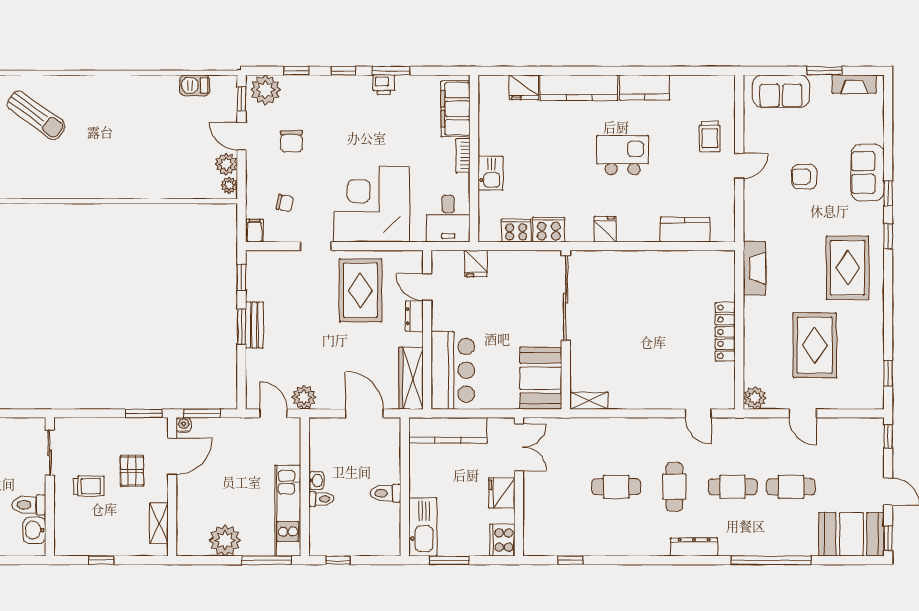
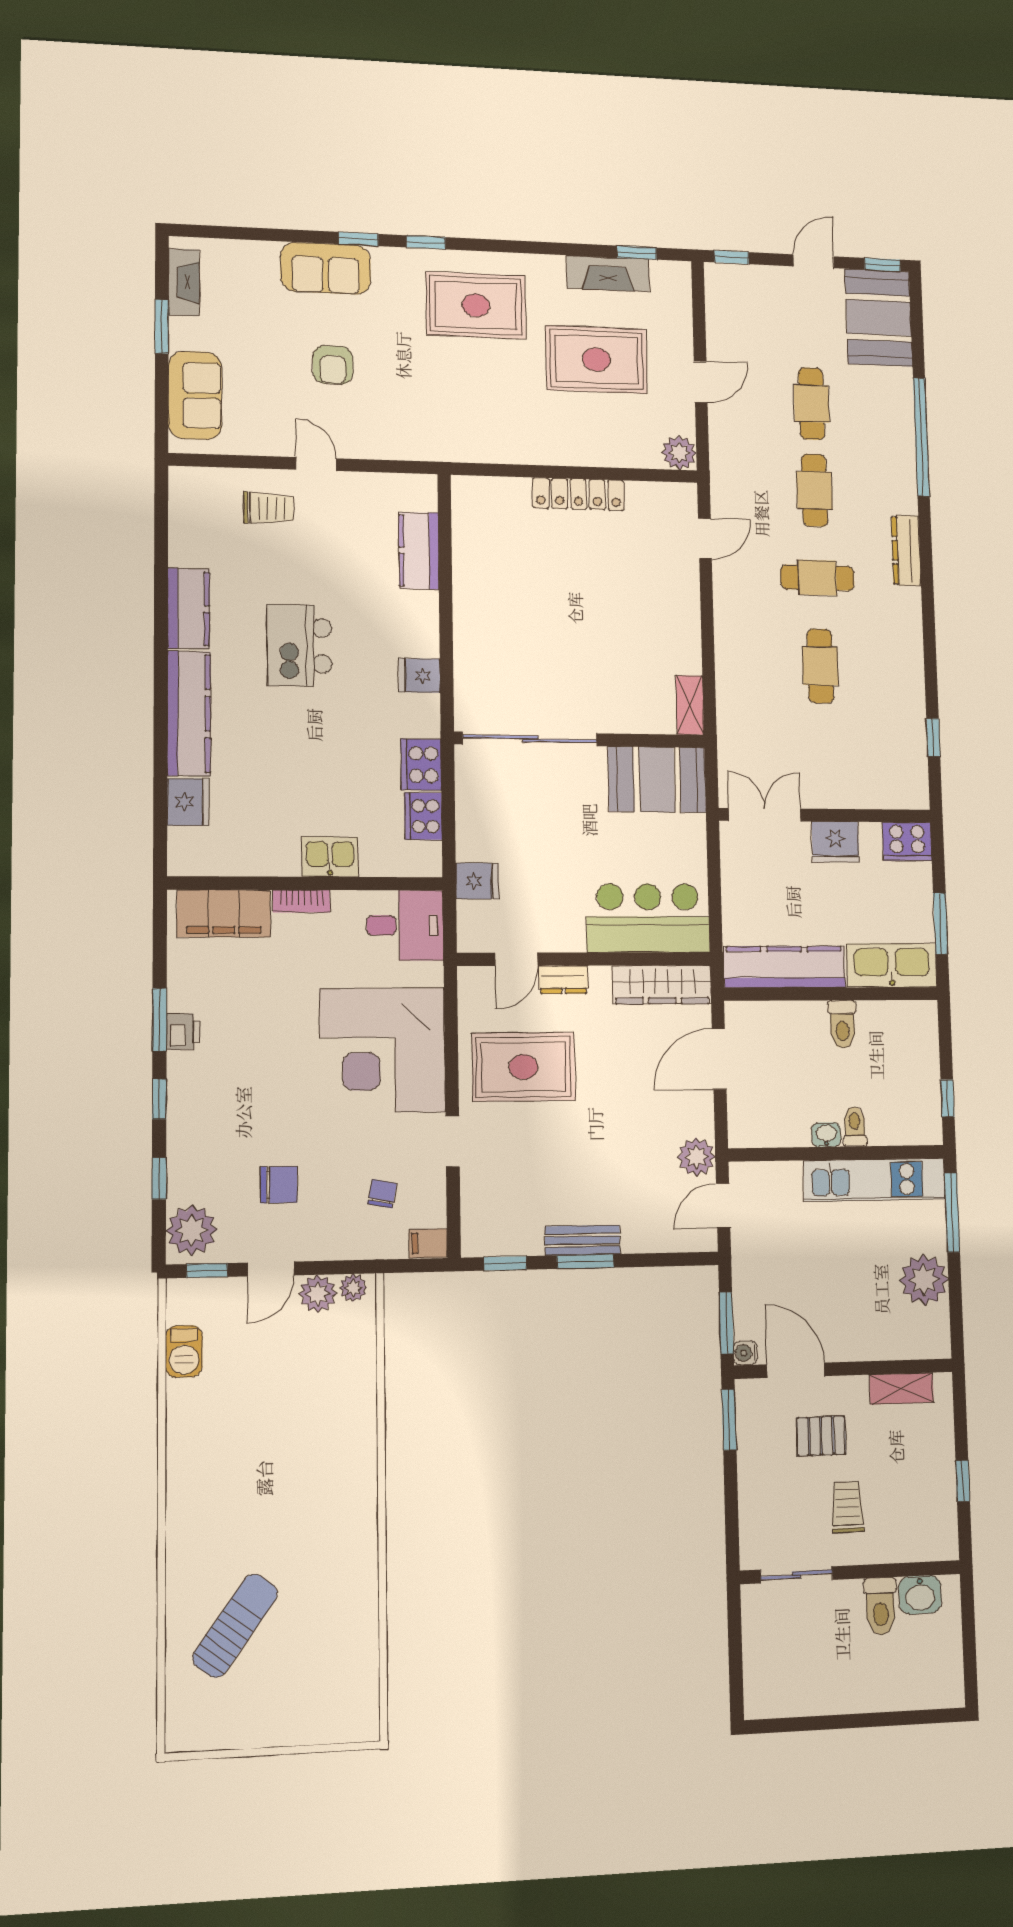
fireplace: (754, 268) -> (608, 274), moved, turned 180
kitchen counter: (448, 430) -> (784, 967), moved, turned -90

